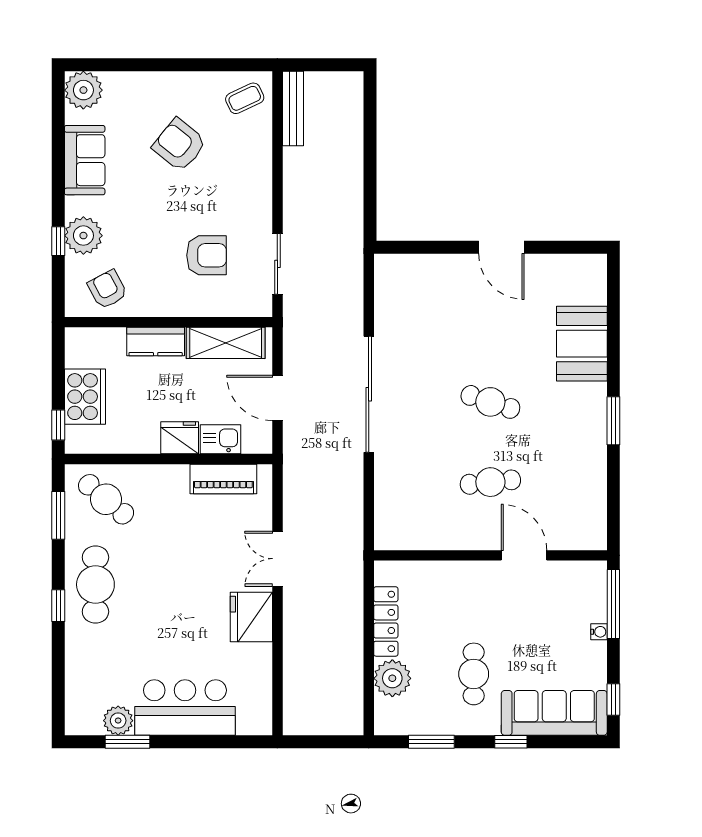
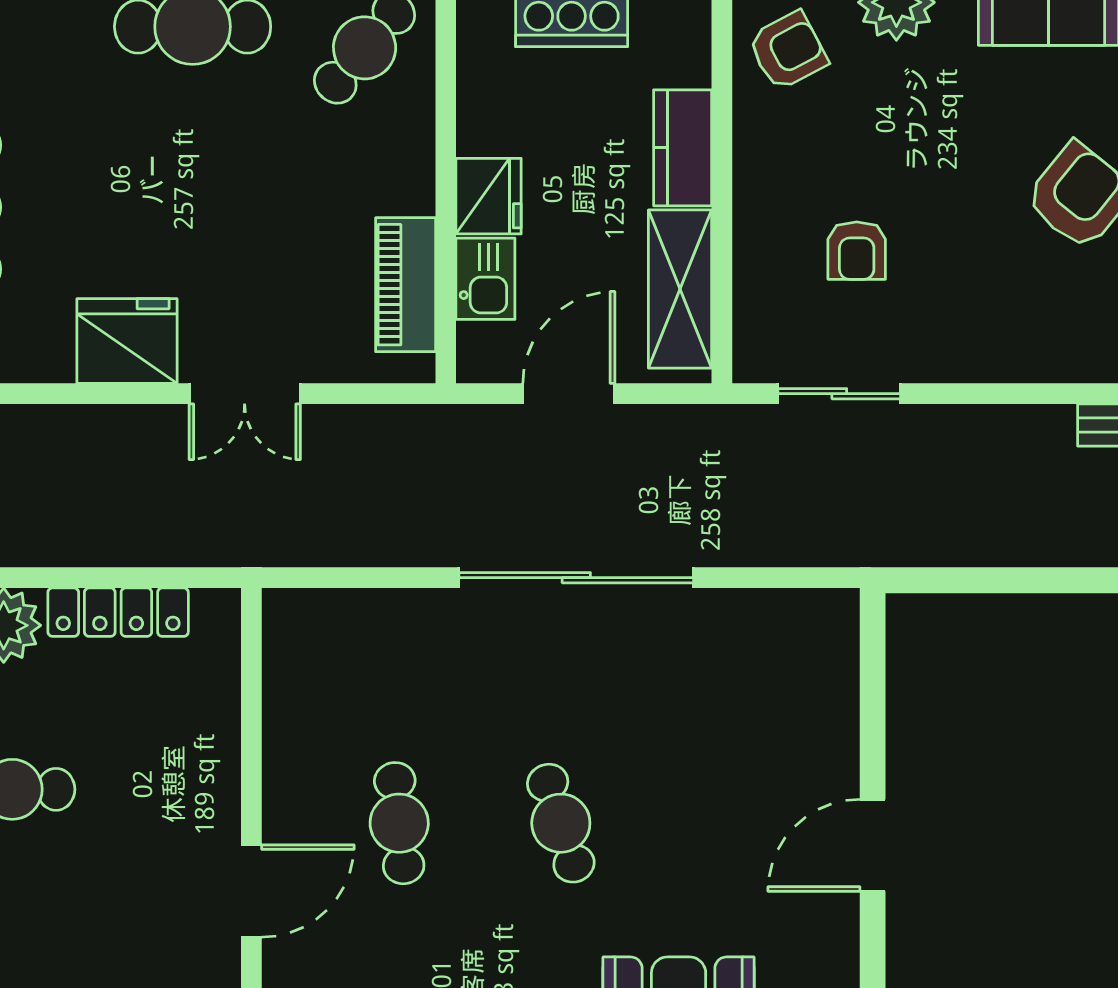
armchair: (207, 255) -> (857, 251), width x0.72, depth x0.72
cafe table: (490, 402) -> (561, 823), turned -36
double door: (277, 559) -> (245, 394), swing flipped

